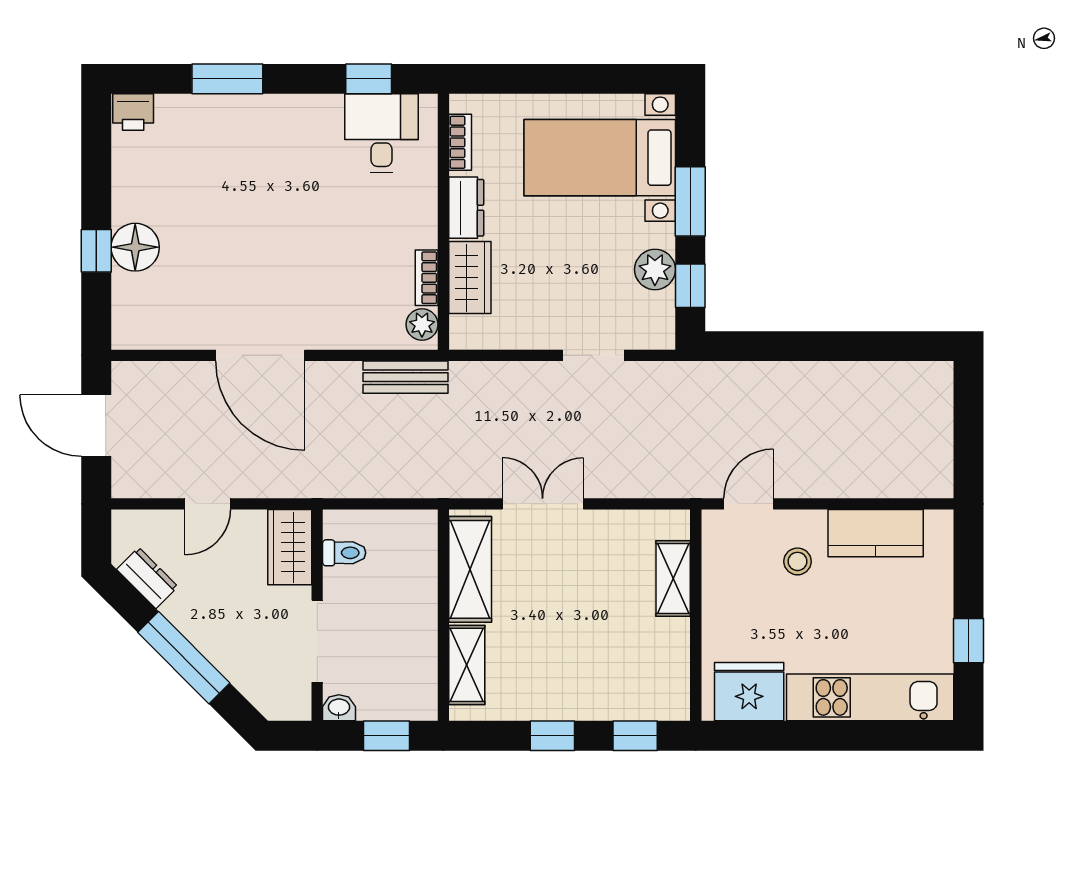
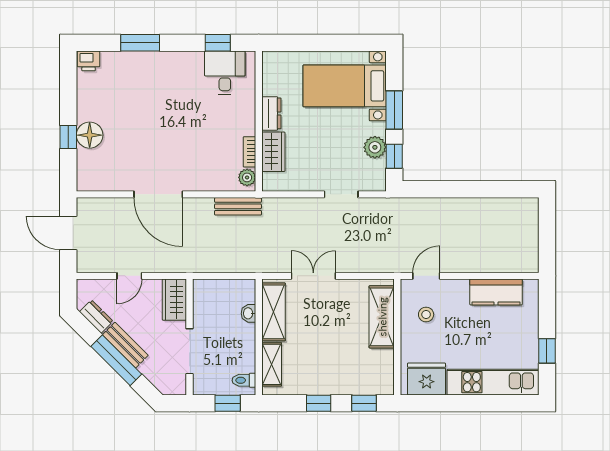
bookcase: (460, 142) -> (268, 78), removed
toilet: (344, 553) -> (244, 380), moved, turned 180
stool: (798, 561) -> (426, 315), moved
shelving: (673, 579) -> (382, 317), width x1.50, depth x1.33
bench: (200, 630) -> (125, 345), added
washbasin: (339, 708) -> (248, 313), moved, turned -90

